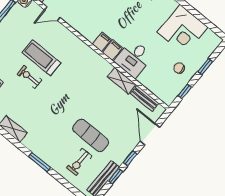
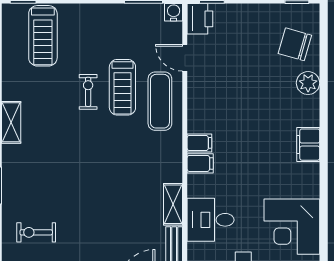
treadmill: (41, 58) -> (122, 87), turned 180
desk: (133, 58) -> (211, 220), moved
exercise mat: (91, 135) -> (160, 101), moved

